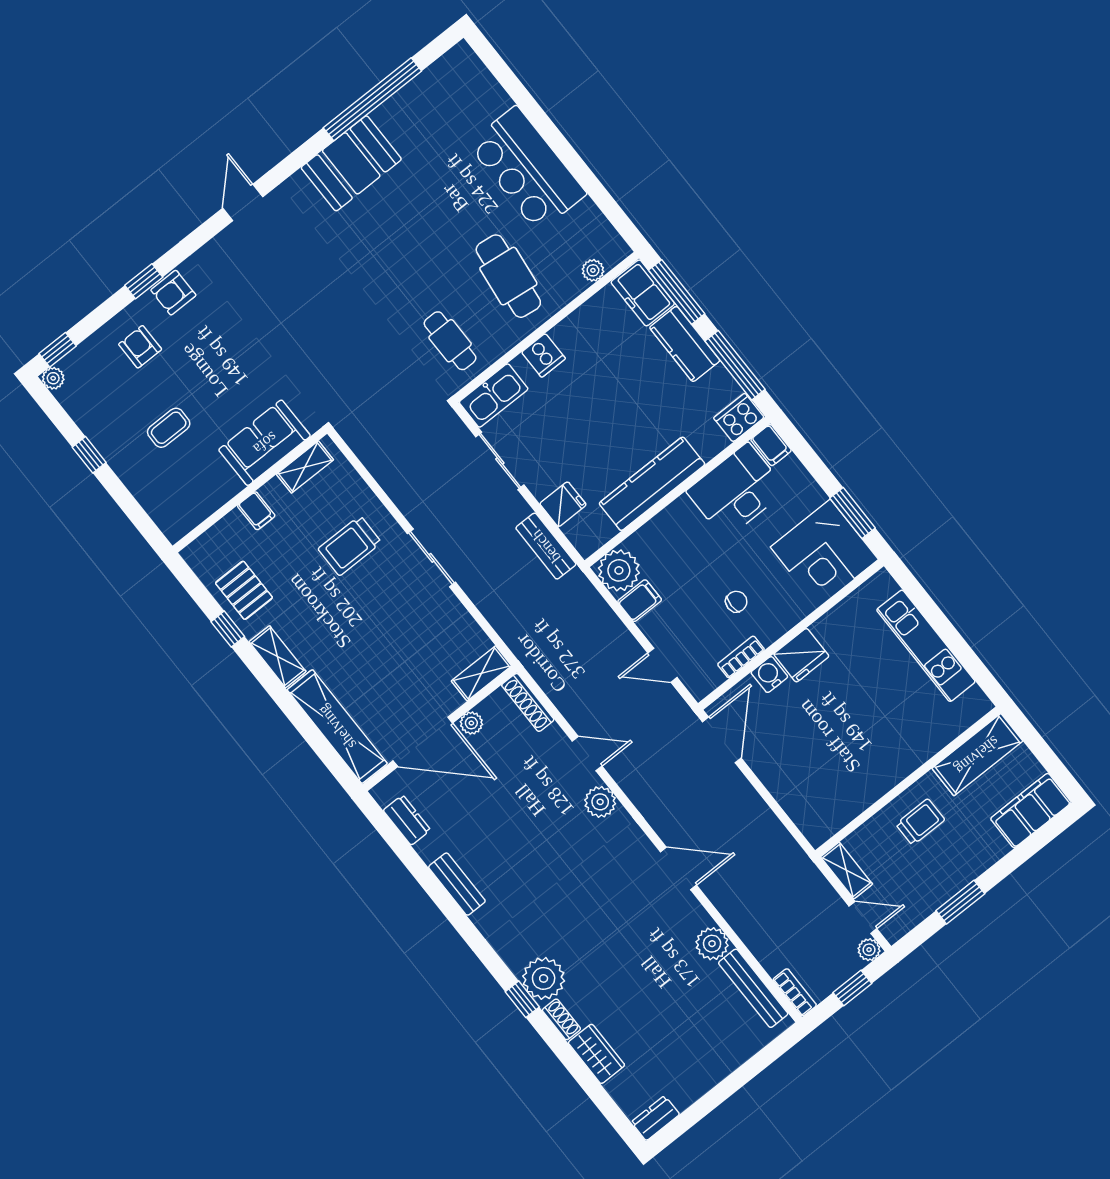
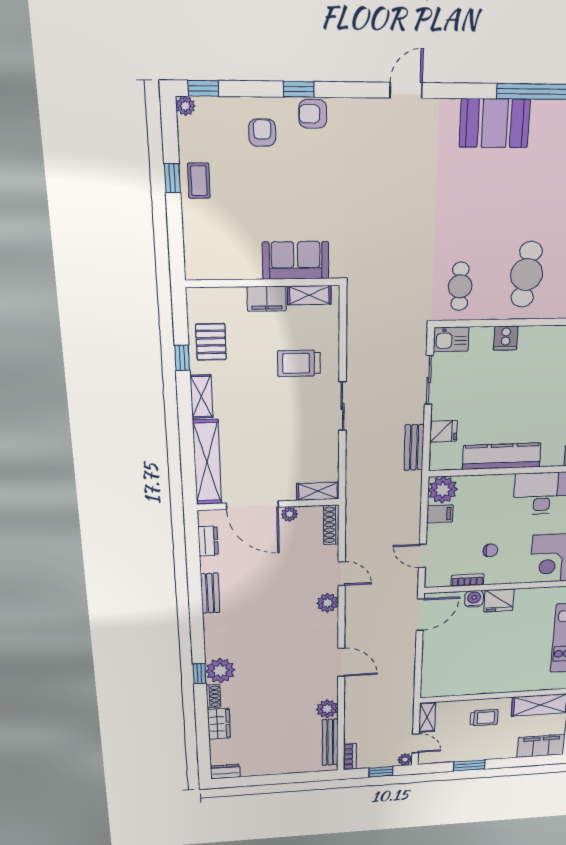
kitchen sink: (494, 395) -> (451, 339), width x0.73
coffee table: (169, 428) -> (199, 181), moved, turned 90
filing cabinet: (256, 511) -> (267, 299), width x2.00

